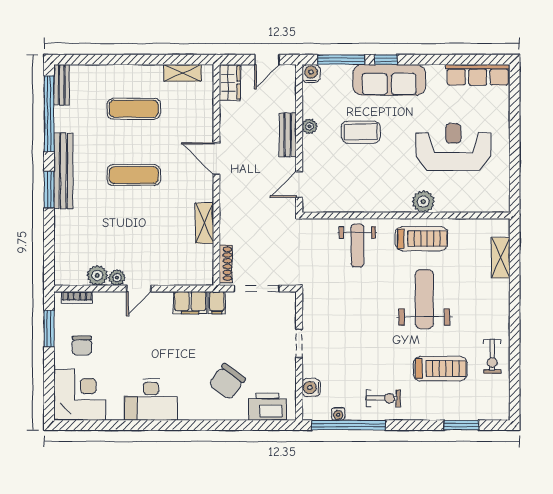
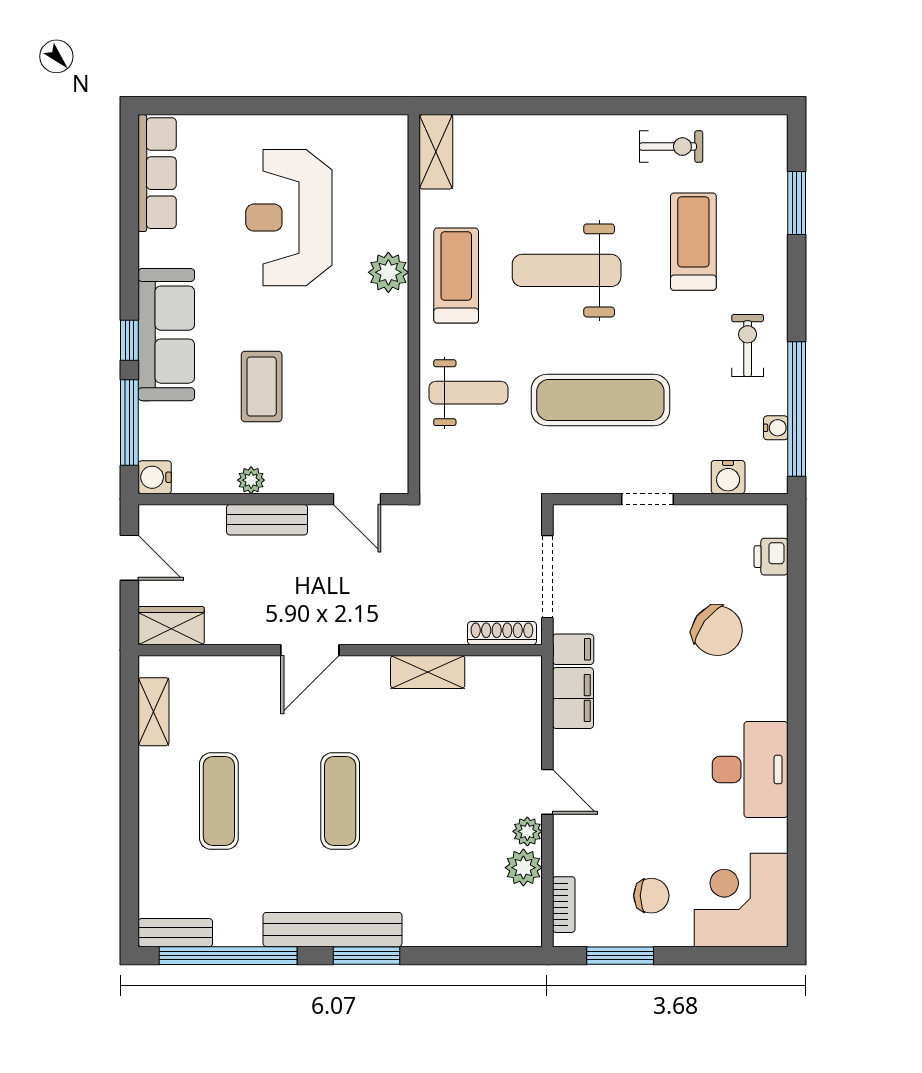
shelving: (501, 258) -> (436, 152), moved, turned 90
exercise mat: (353, 318) -> (600, 400), added
printer: (268, 407) -> (771, 557), width x0.53, depth x0.68

